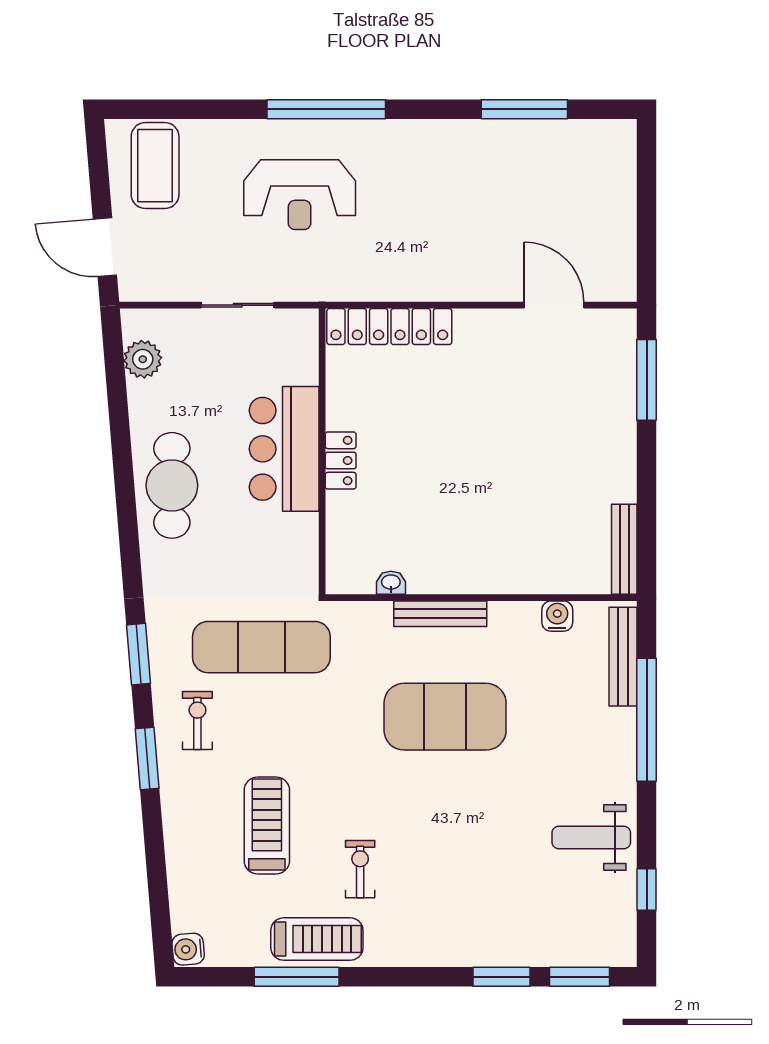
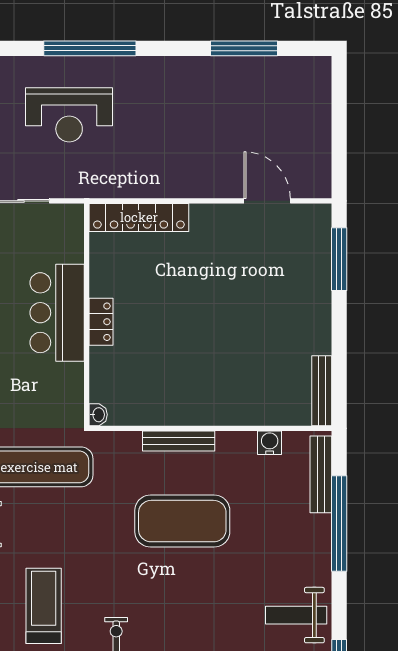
washbasin: (391, 583) -> (98, 415), moved, turned 90

